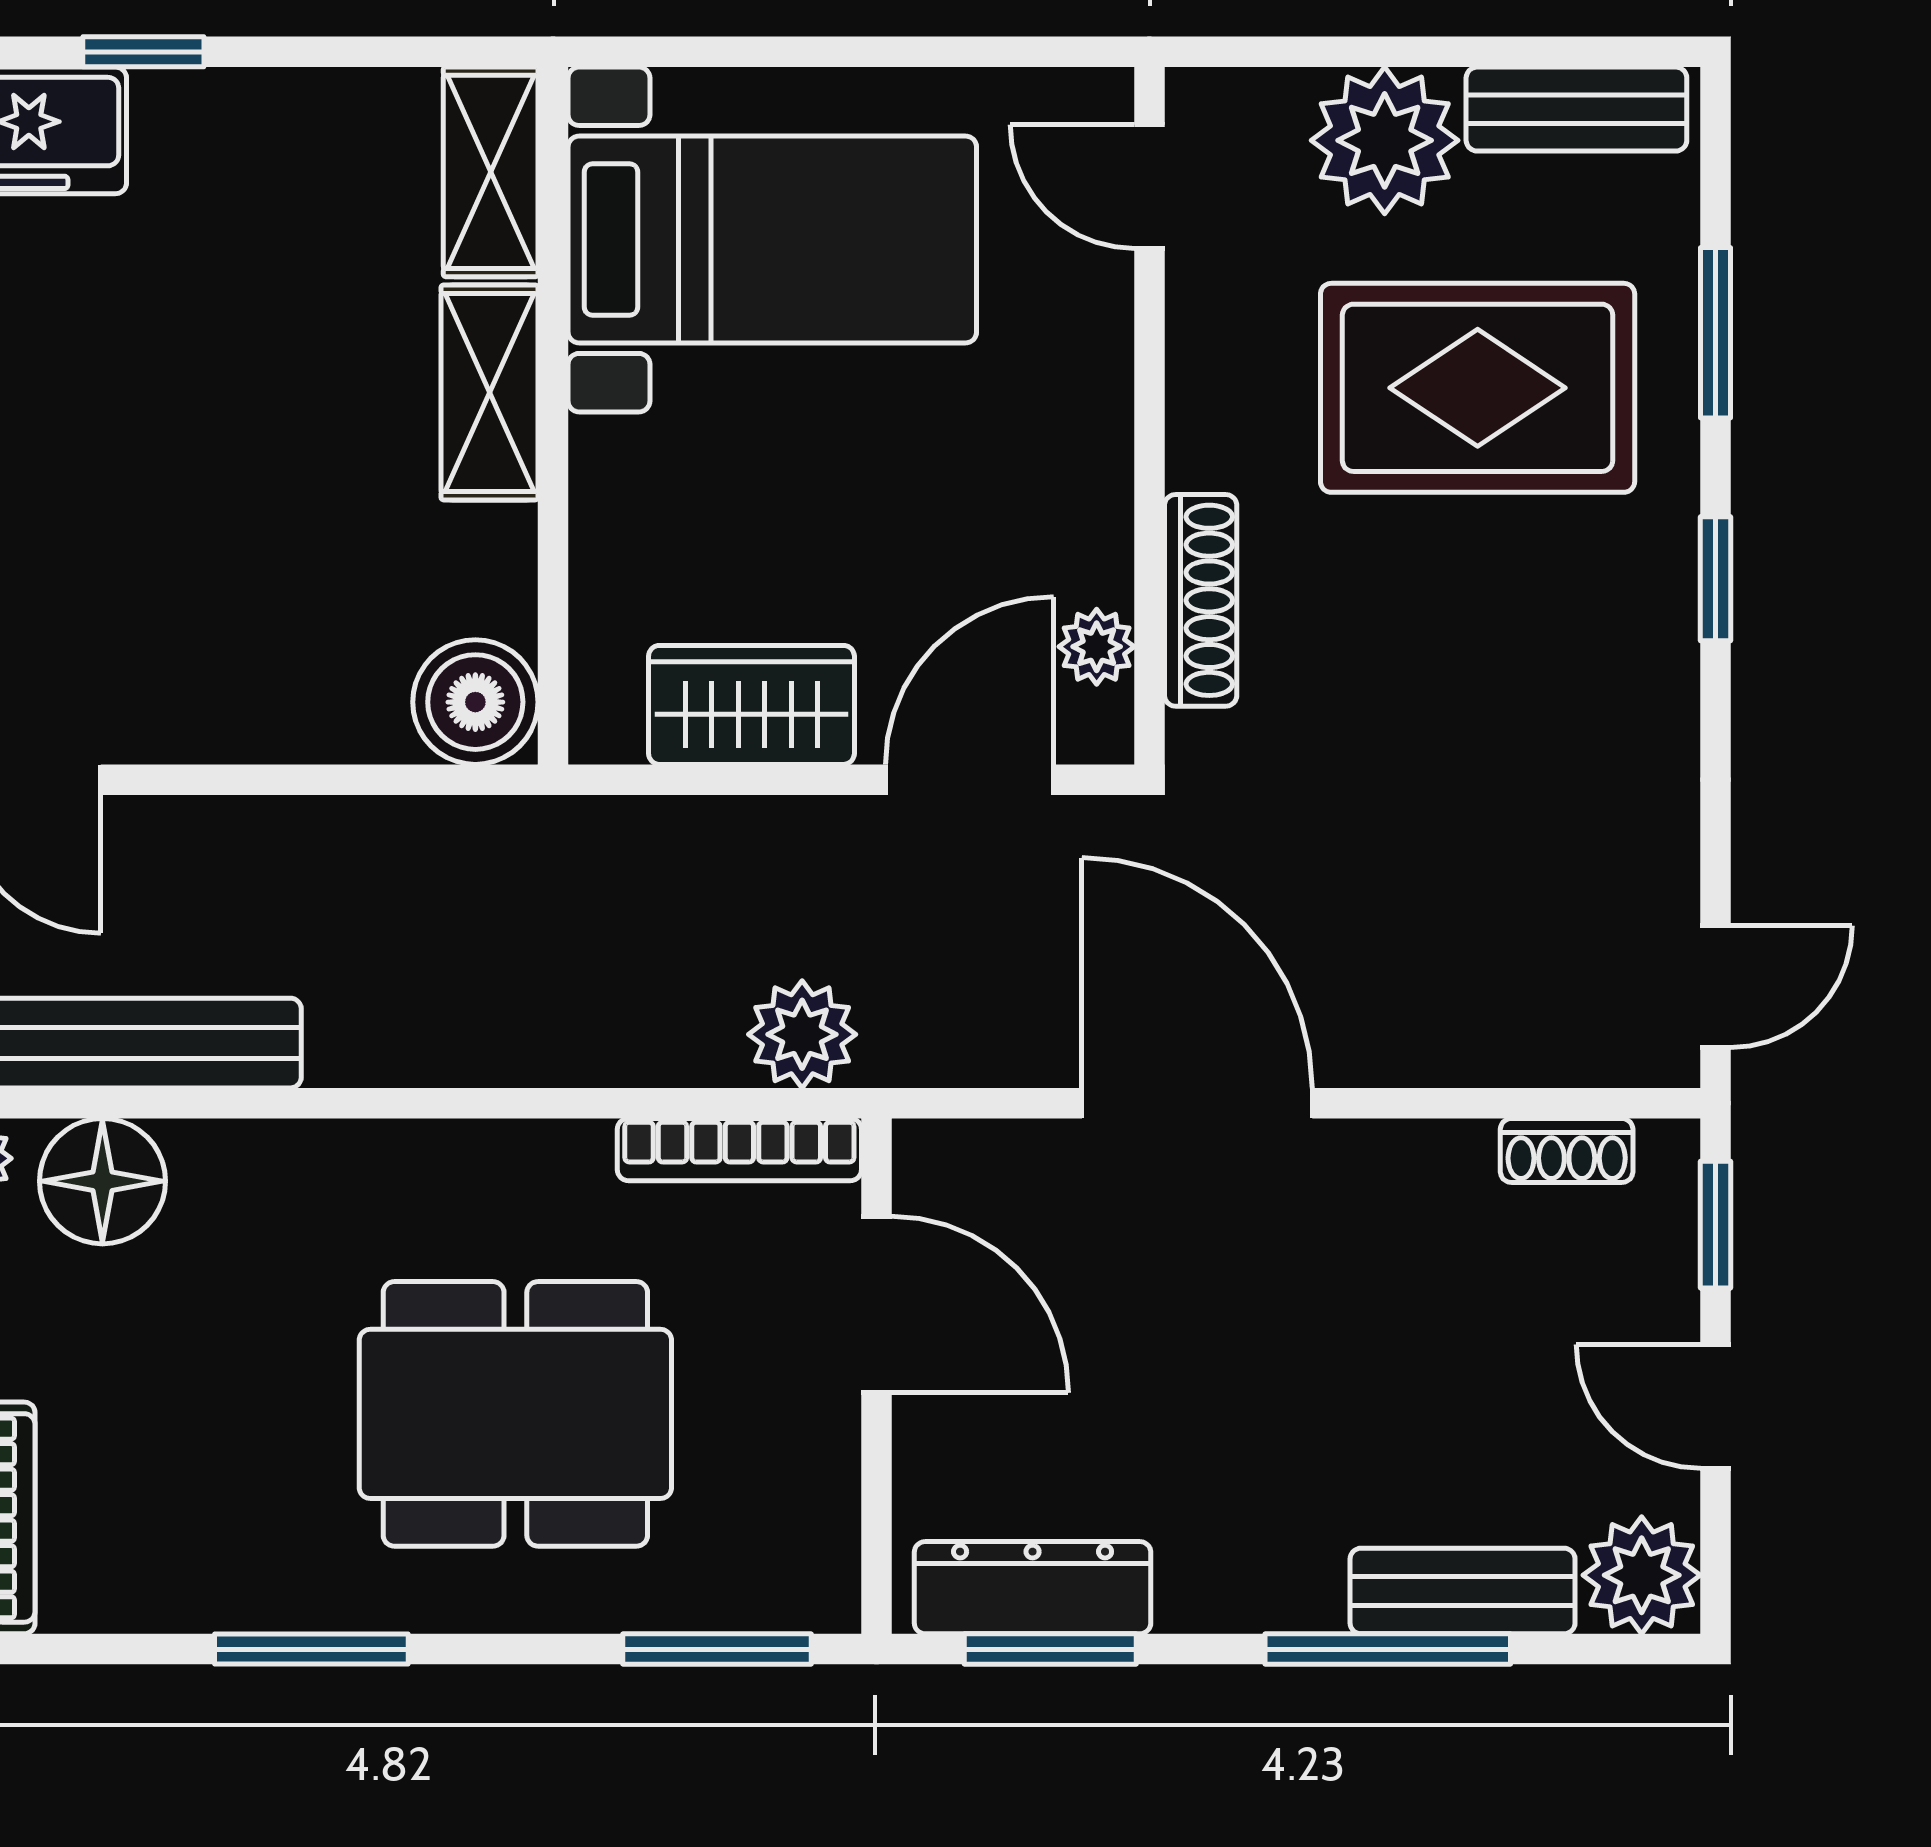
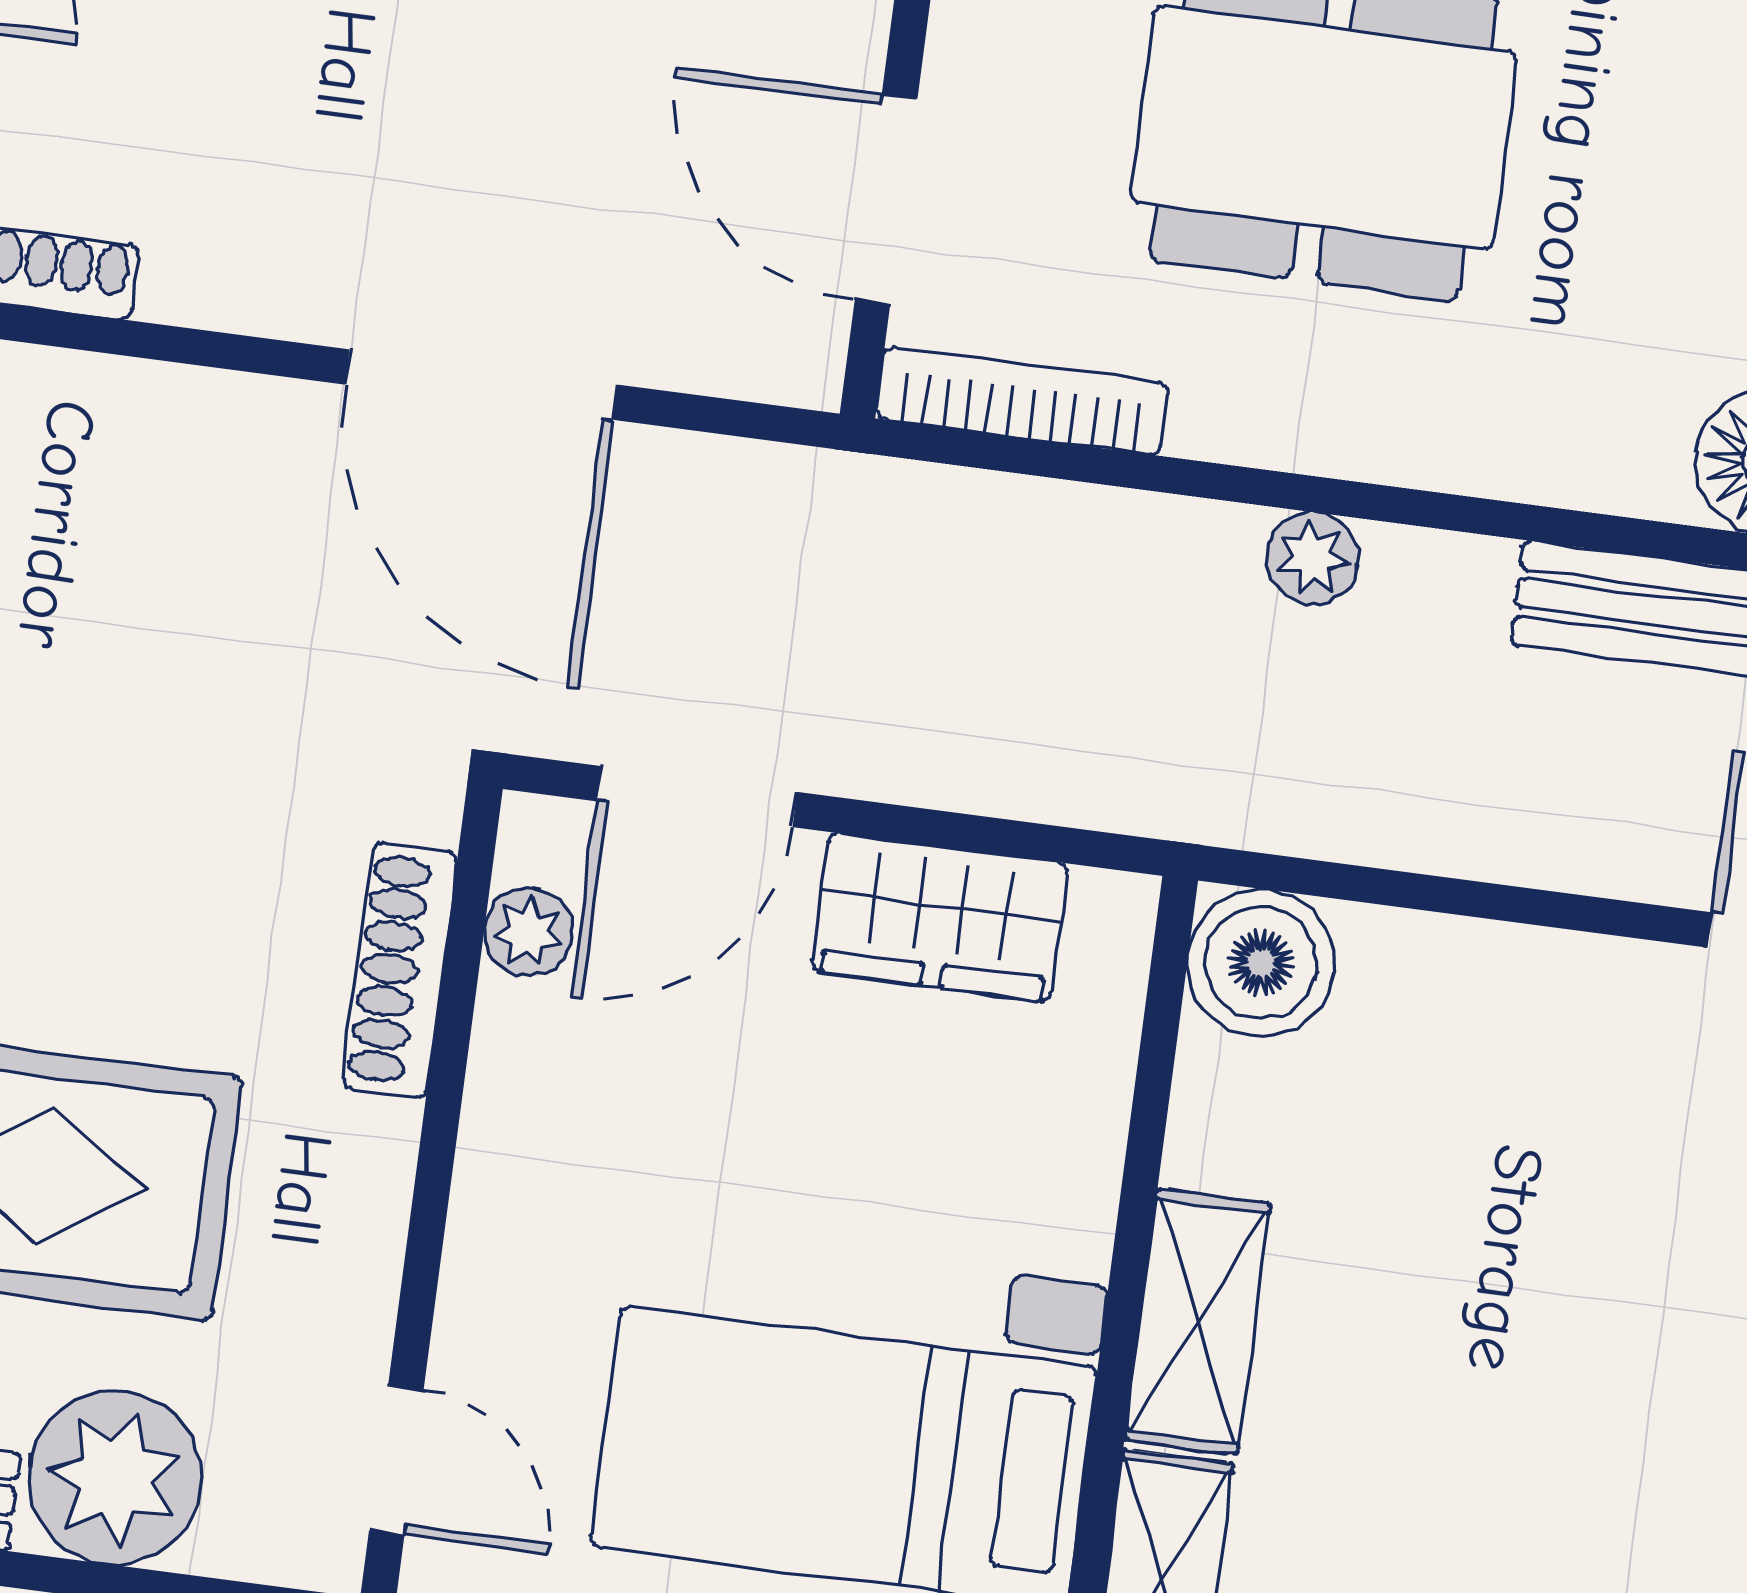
plant: (802, 1034) -> (1312, 558), moved, width x0.73, depth x0.73

